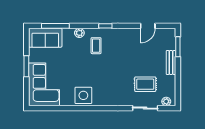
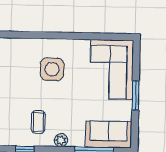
side table: (83, 95) -> (52, 69), moved

